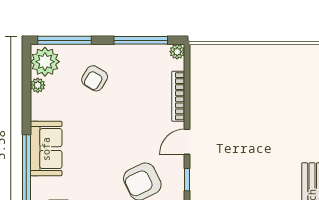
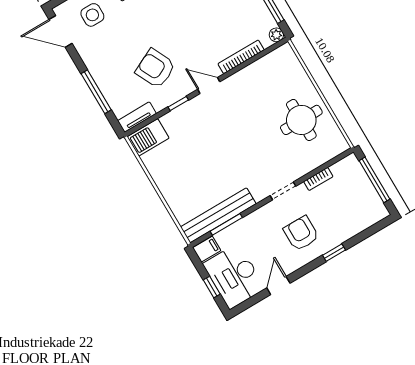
round table: (269, 75) -> (301, 120), added

